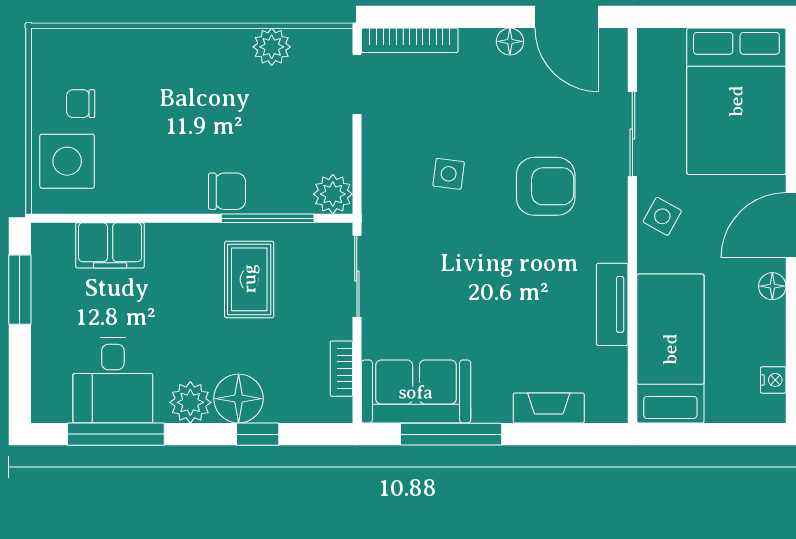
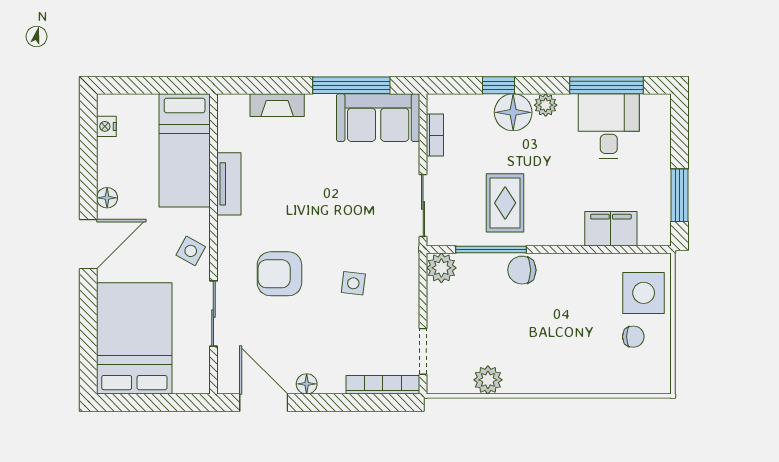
plant: (190, 402) -> (546, 105), width x0.73, depth x0.73

